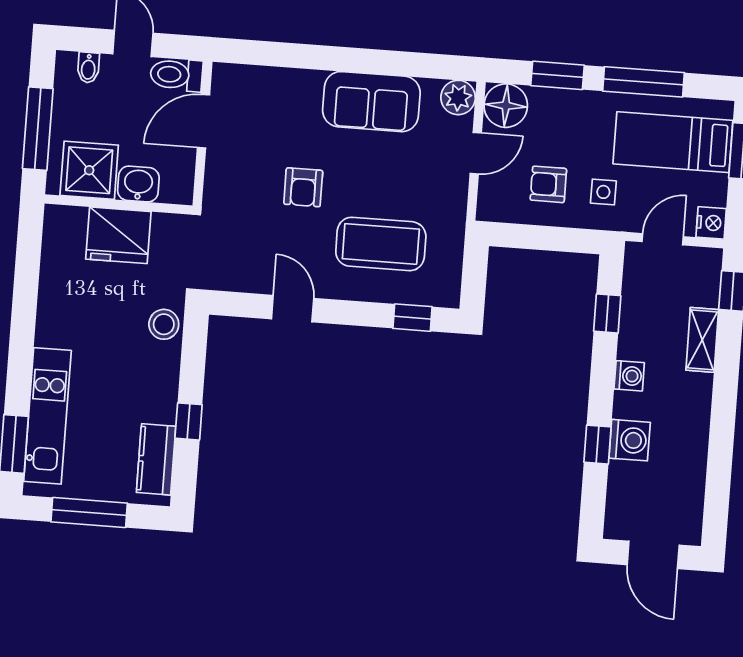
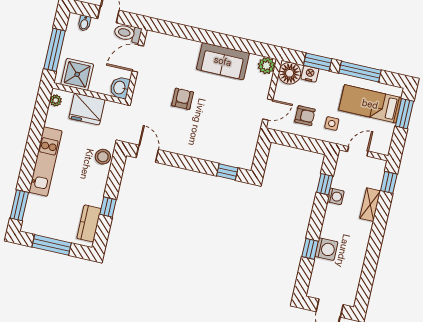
door: (476, 153) -> (268, 109), moved
washbasin: (138, 184) -> (120, 88), moved, turned -90
armchair: (548, 184) -> (305, 116), turned 180
armchair: (303, 187) -> (183, 99), turned 180
nightstand: (711, 223) -> (310, 74), moved, turned -90
plant: (55, 228) -> (56, 100), added
coffee table: (381, 244) -> (217, 133), removed
door: (293, 309) -> (147, 154), moved
washing machine: (629, 376) -> (336, 196), moved
kitchen unit: (47, 416) -> (45, 162), moved

